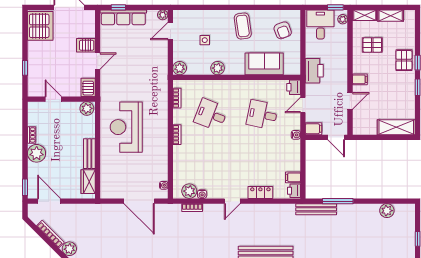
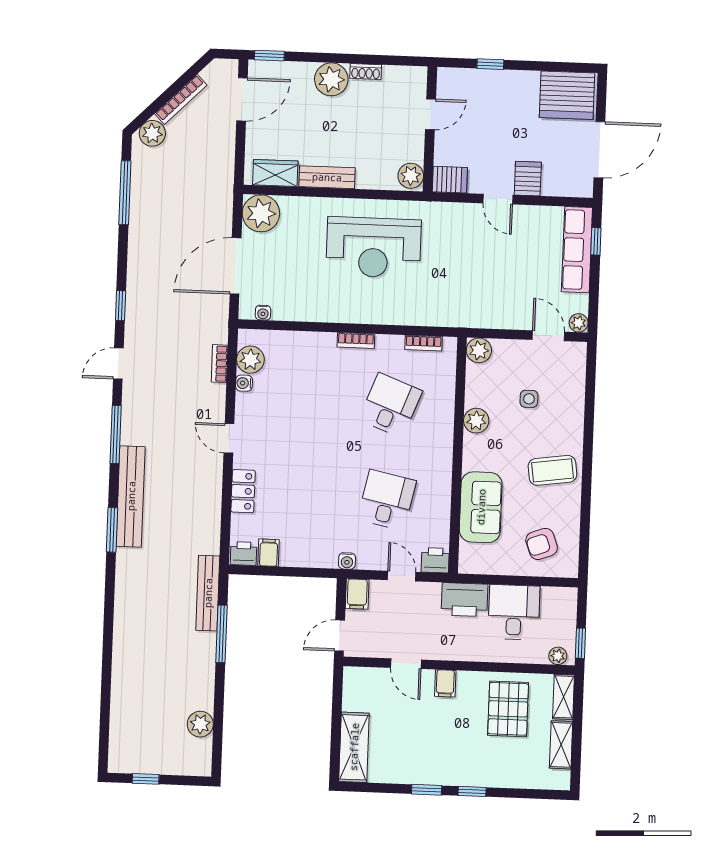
desk: (320, 24) -> (514, 612), moved, turned -90
pallet: (372, 45) -> (508, 709), width x1.50, depth x1.42
pallet: (404, 60) -> (478, 766), removed
reception desk: (126, 127) -> (373, 247), turned 180
plant: (110, 188) -> (261, 213), added

